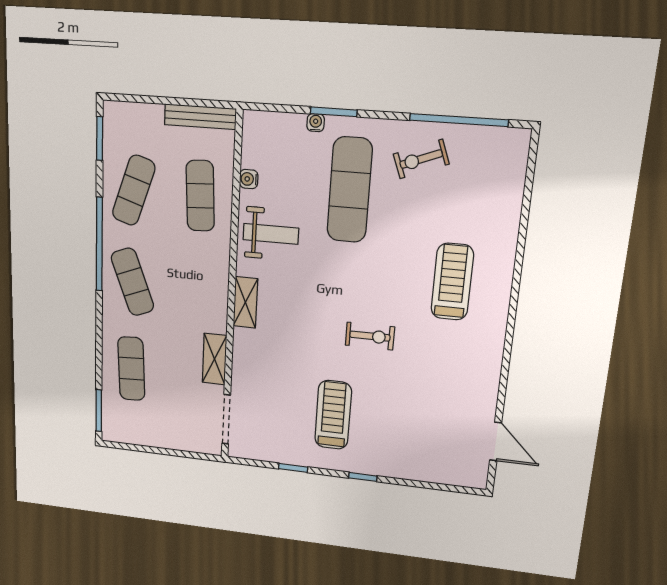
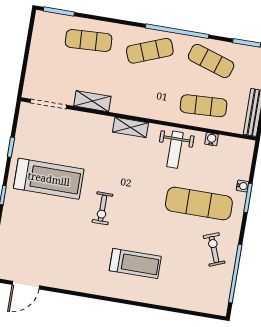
treadmill: (333, 415) -> (49, 179), width x1.37, depth x1.38

